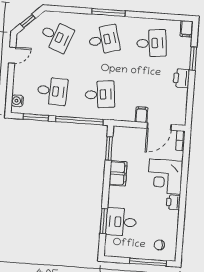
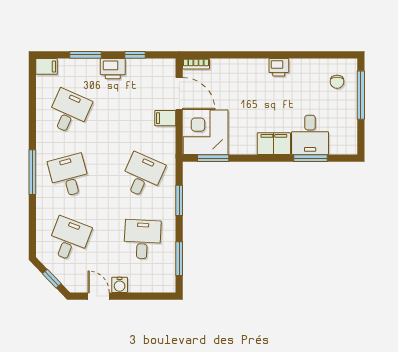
desk: (151, 43) -> (69, 112), turned 30
desk: (100, 94) -> (142, 176), turned 30
window: (190, 96) -> (135, 55), added
water cooler: (17, 101) -> (120, 285), moved
window: (79, 121) -> (179, 200), width x0.47
filing cabinet: (118, 173) -> (274, 144), moved
corner desk: (165, 177) -> (206, 132), moved, turned 180

